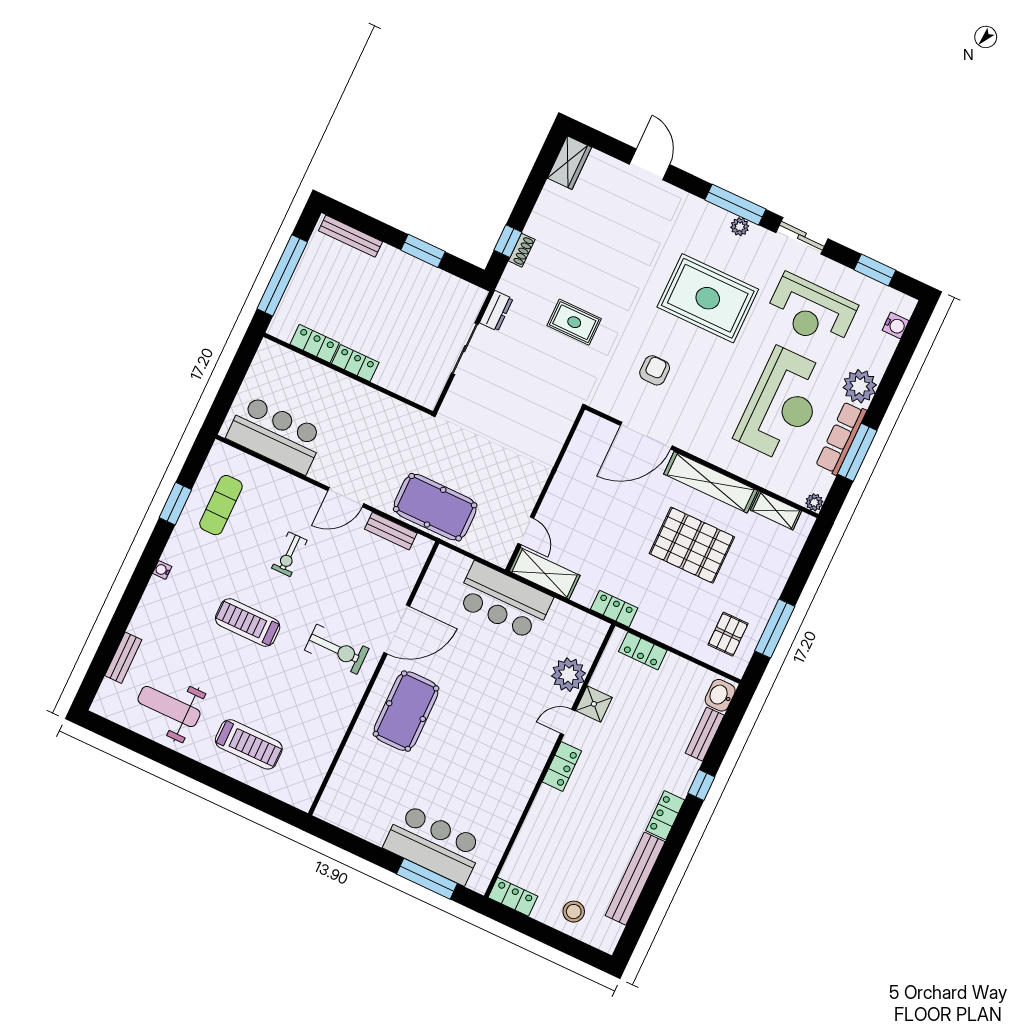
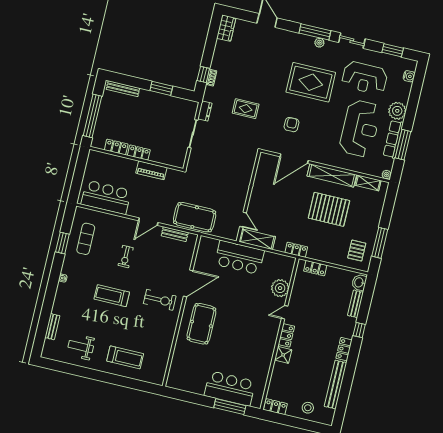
piano: (372, 401) -> (151, 170), added
shower: (594, 704) -> (283, 355), moved
weight bench: (169, 707) -> (81, 347), width x0.73, depth x0.75

